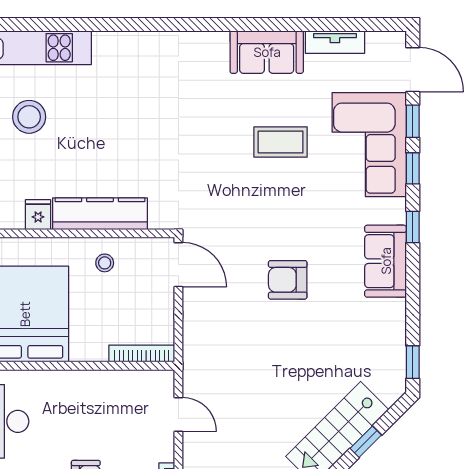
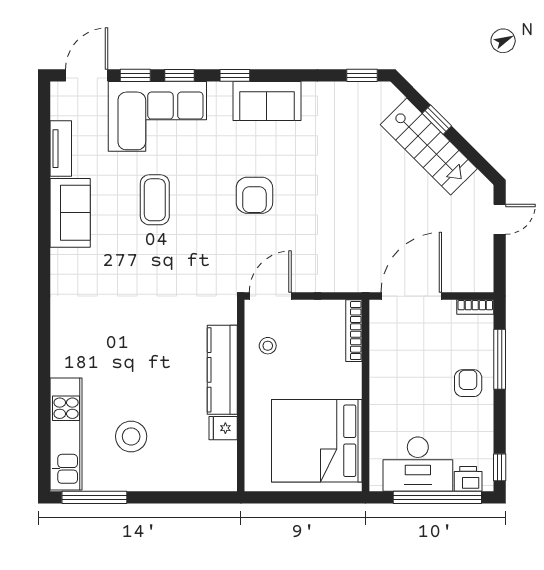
stool: (105, 263) -> (268, 346), moved
armchair: (288, 280) -> (254, 195), moved
door: (178, 414) -> (411, 296), width x1.87

